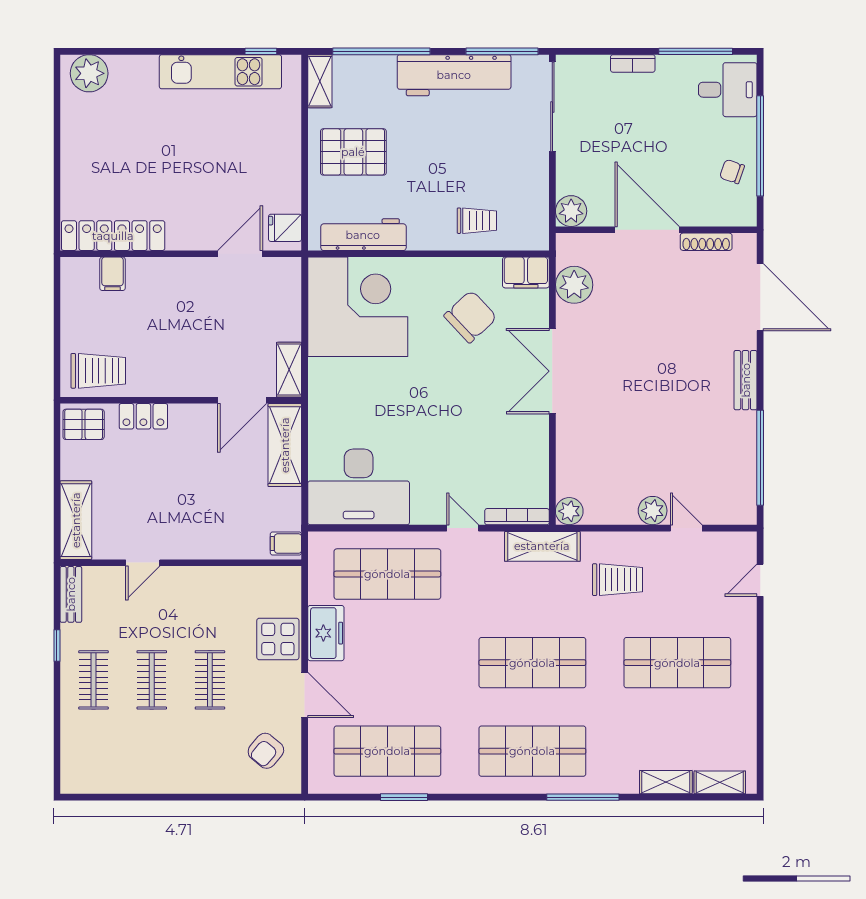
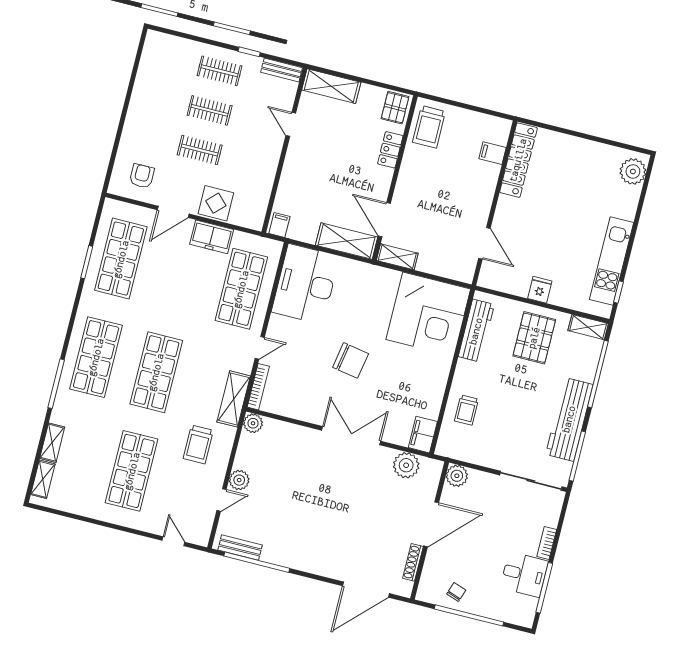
desk: (728, 90) -> (524, 574), moved, turned -90
fridge: (285, 228) -> (540, 290), moved
chair: (470, 317) -> (351, 360), moved, turned -37
bench: (746, 380) -> (240, 547), moved
armchair: (266, 751) -> (142, 176), turned 50

